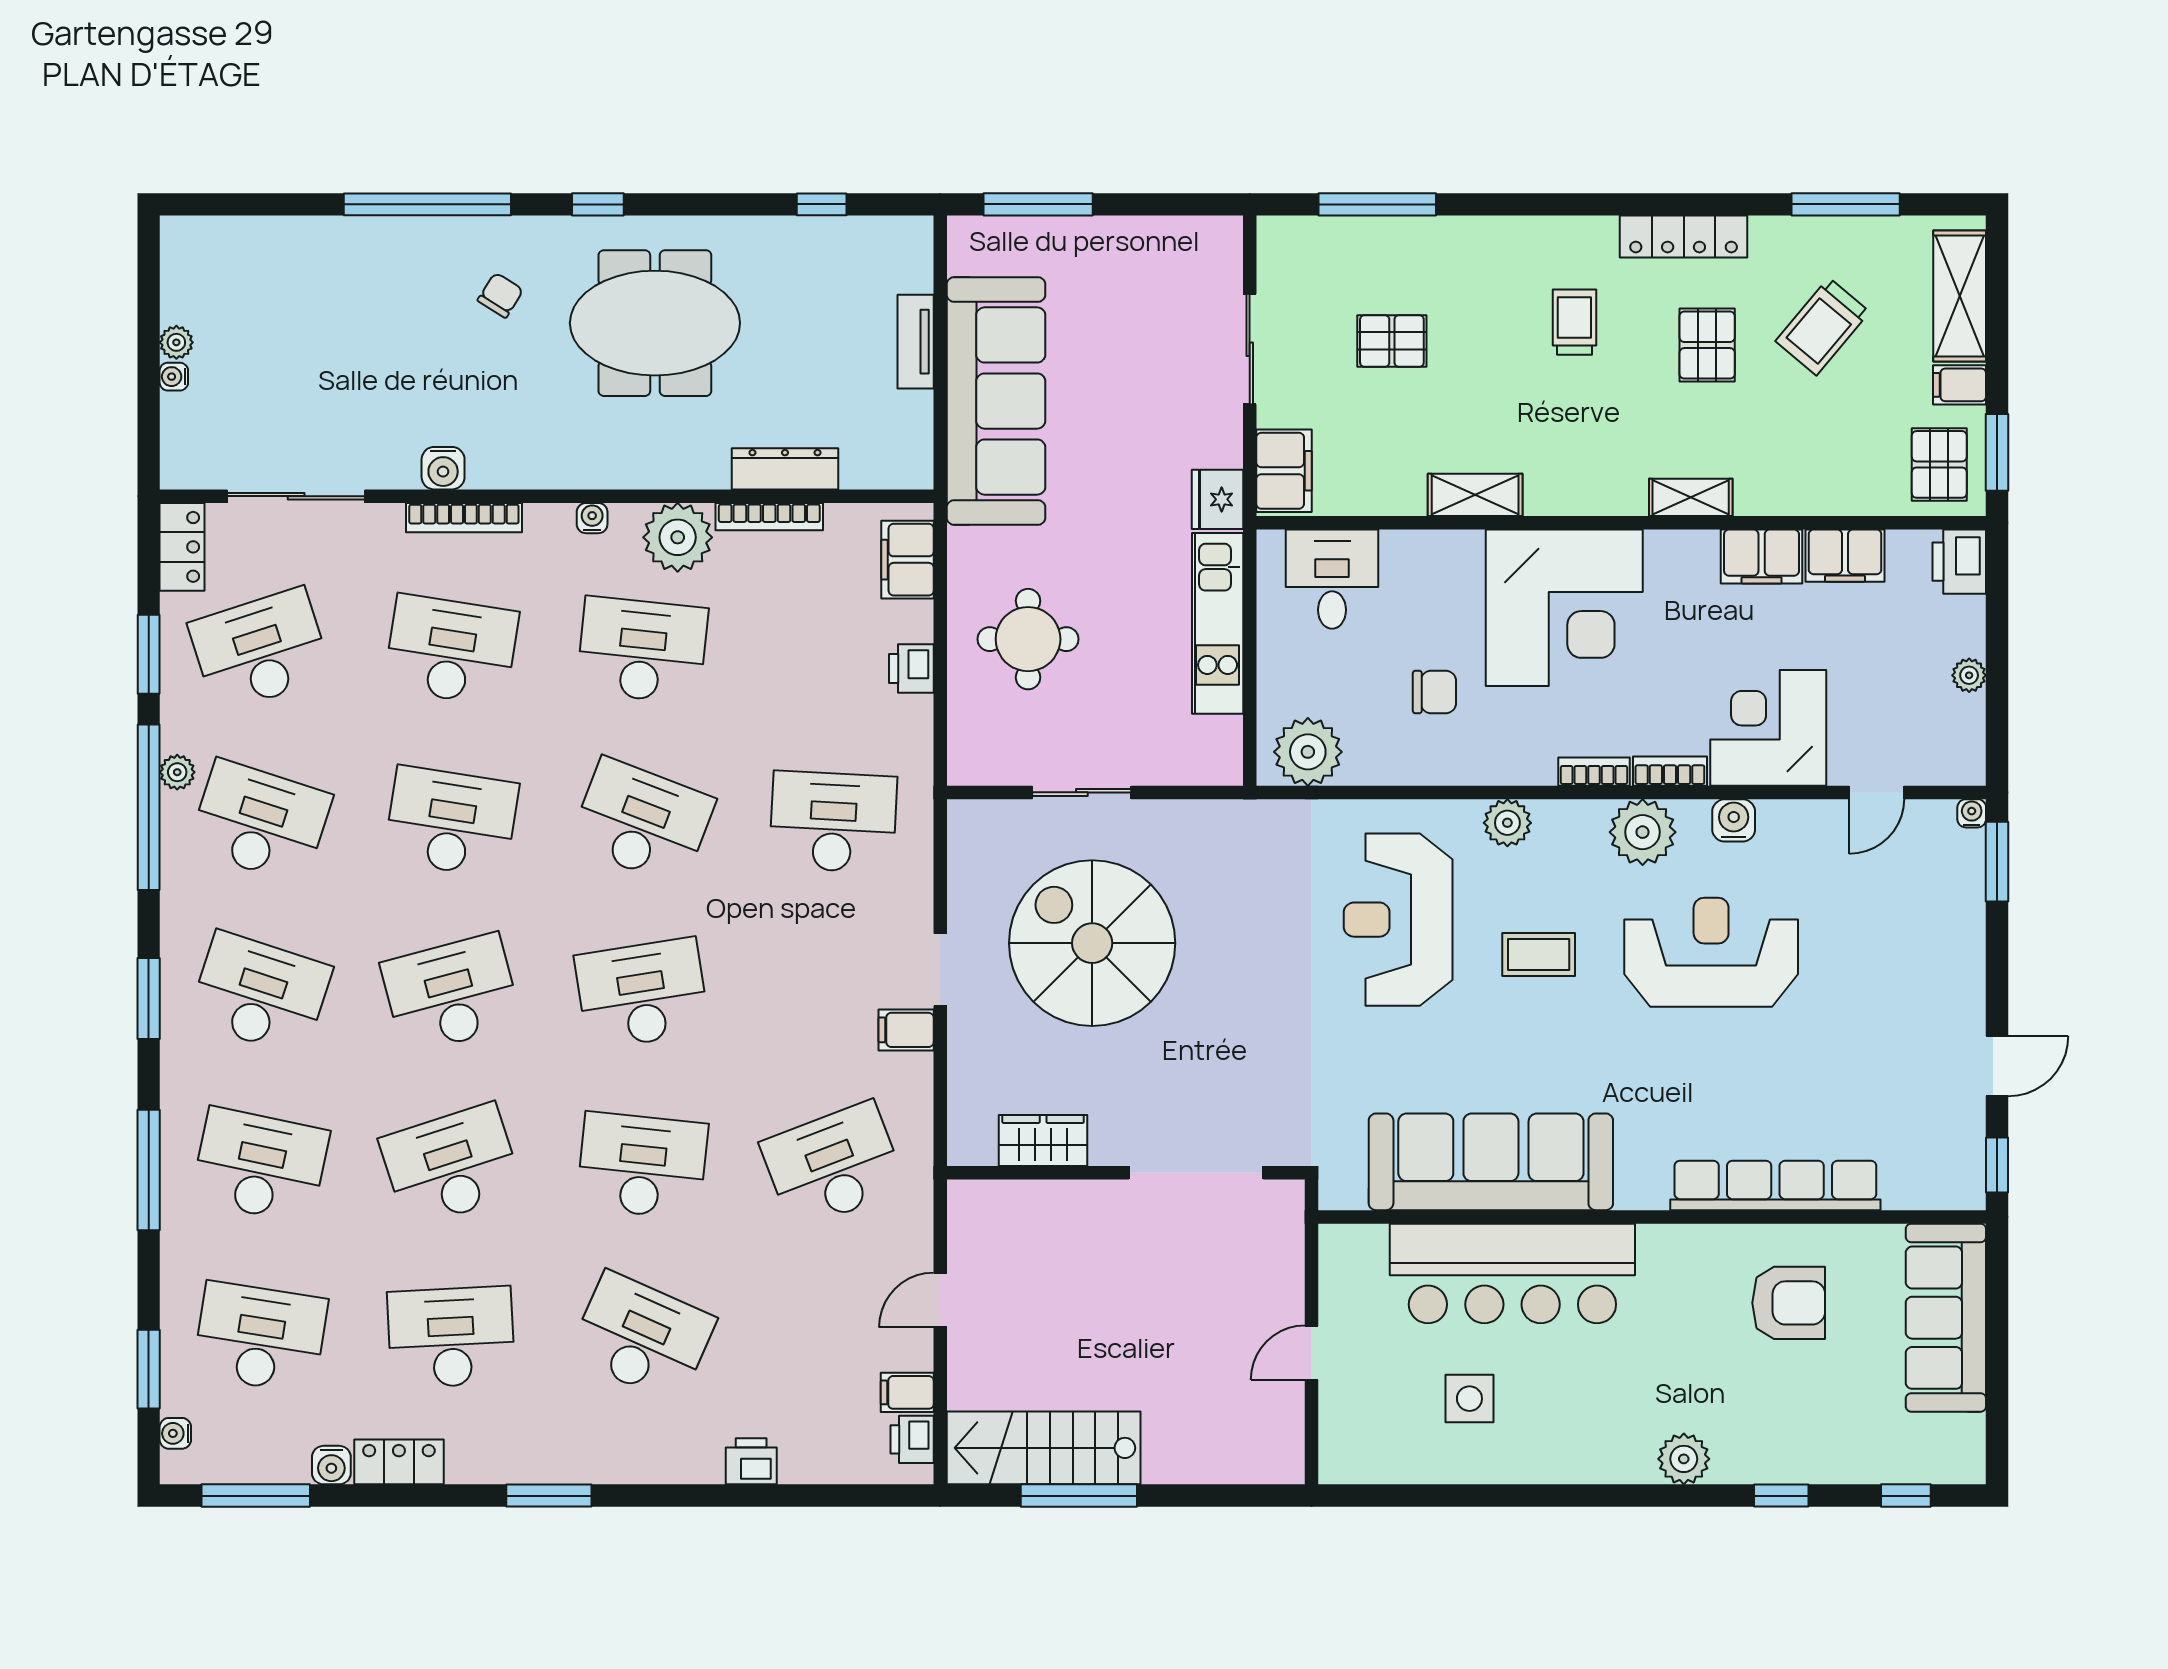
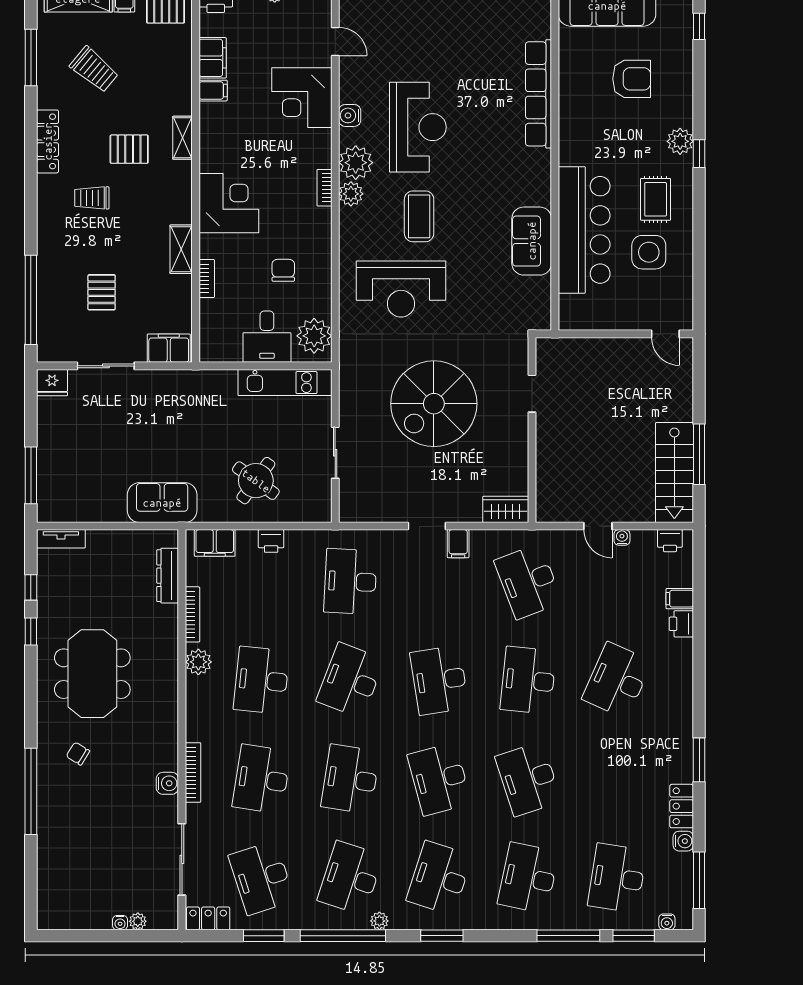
window: (598, 204) -> (31, 631), moved
window: (1377, 204) -> (31, 300), width x1.46
plant: (176, 342) -> (138, 921), moved
tv unit: (916, 342) -> (61, 539), moved
pallet: (1707, 345) -> (129, 149), moved
sofa: (996, 401) -> (162, 503), width x0.54, depth x0.79
dresser: (785, 469) -> (168, 576), moved
fridge: (1217, 499) -> (52, 383), moved
water cooler: (592, 518) -> (622, 537), moved, turned 90
plant: (678, 537) -> (198, 662), width x0.73, depth x0.73
filing cabinet: (1762, 556) -> (213, 91), width x0.50
desk: (1332, 579) -> (267, 337), moved, turned -90
corner desk: (1564, 608) -> (229, 203), width x0.74, depth x0.74
kitchen unit: (1218, 623) -> (285, 383), moved
round table: (1028, 639) -> (256, 481), turned 36
bookcase: (1670, 771) -> (207, 278), moved, turned 180
plant: (177, 772) -> (379, 921), moved
plant: (1507, 823) -> (351, 194), moved
spiral stairs: (1092, 943) -> (434, 404), moved
reception desk: (1711, 952) -> (418, 127), turned 180
coffee table: (1539, 955) -> (419, 216), width x1.36, depth x1.30
wardrobe: (1043, 1140) -> (506, 509), moved, turned 90
sofa: (1491, 1162) -> (532, 241), width x0.54, depth x0.79
window: (149, 1170) -> (568, 936), moved
doorway: (1196, 1173) -> (532, 394), width x0.53
armchair: (1789, 1303) -> (632, 79), moved, turned 90
desk: (451, 1337) -> (617, 779), removed
door: (1312, 1353) -> (665, 334), moved
filing cabinet: (907, 1392) -> (680, 599), moved, turned 90
side table: (1469, 1399) -> (649, 252), width x1.37, depth x1.37
rug: (1572, 1412) -> (656, 199), added
window: (549, 1496) -> (699, 760), moved
window: (1781, 1496) -> (699, 154), moved

